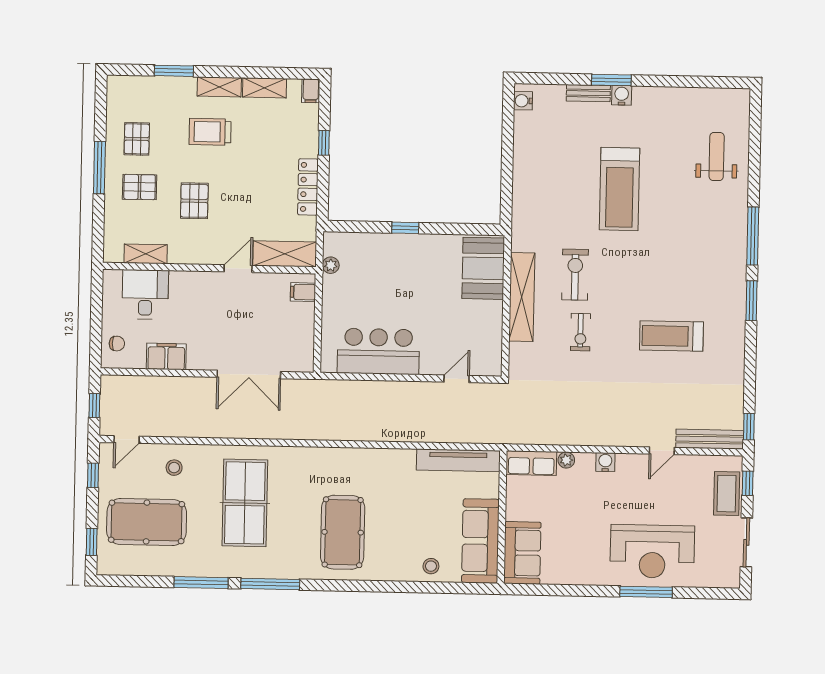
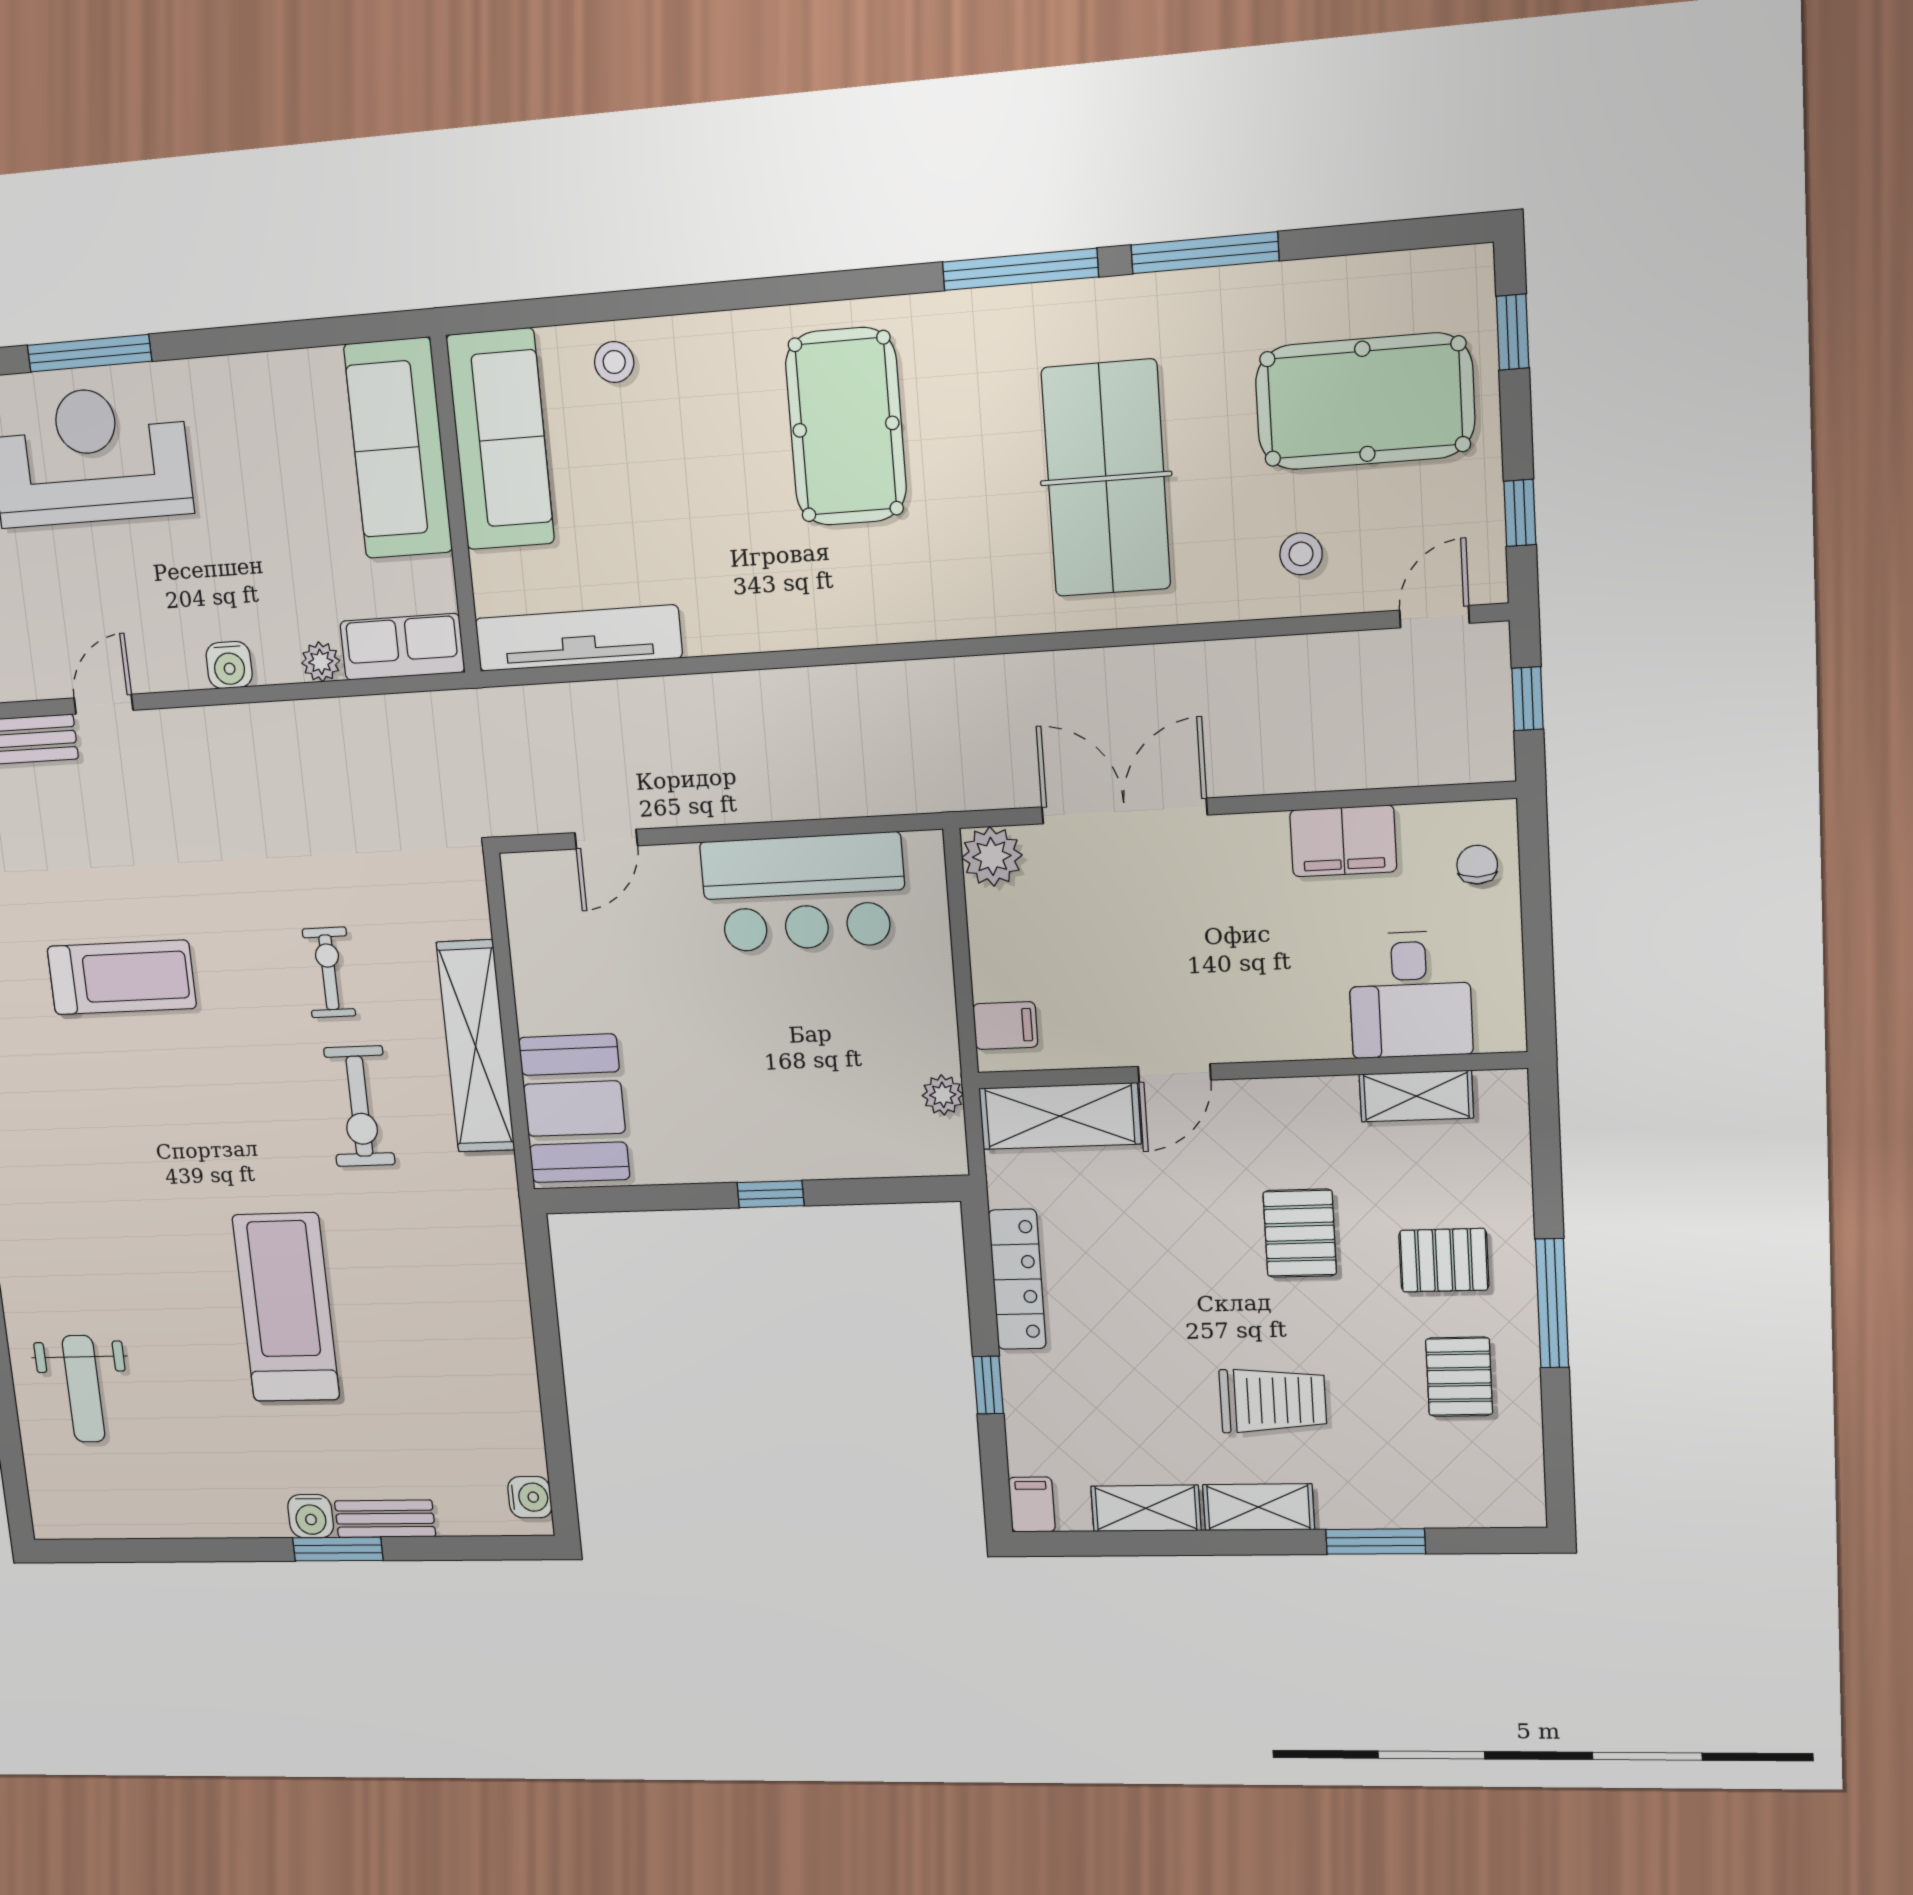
chair: (117, 344) -> (1477, 865), turned 90
plant: (302, 360) -> (992, 856), added
sofa: (522, 553) -> (398, 448), width x1.36

